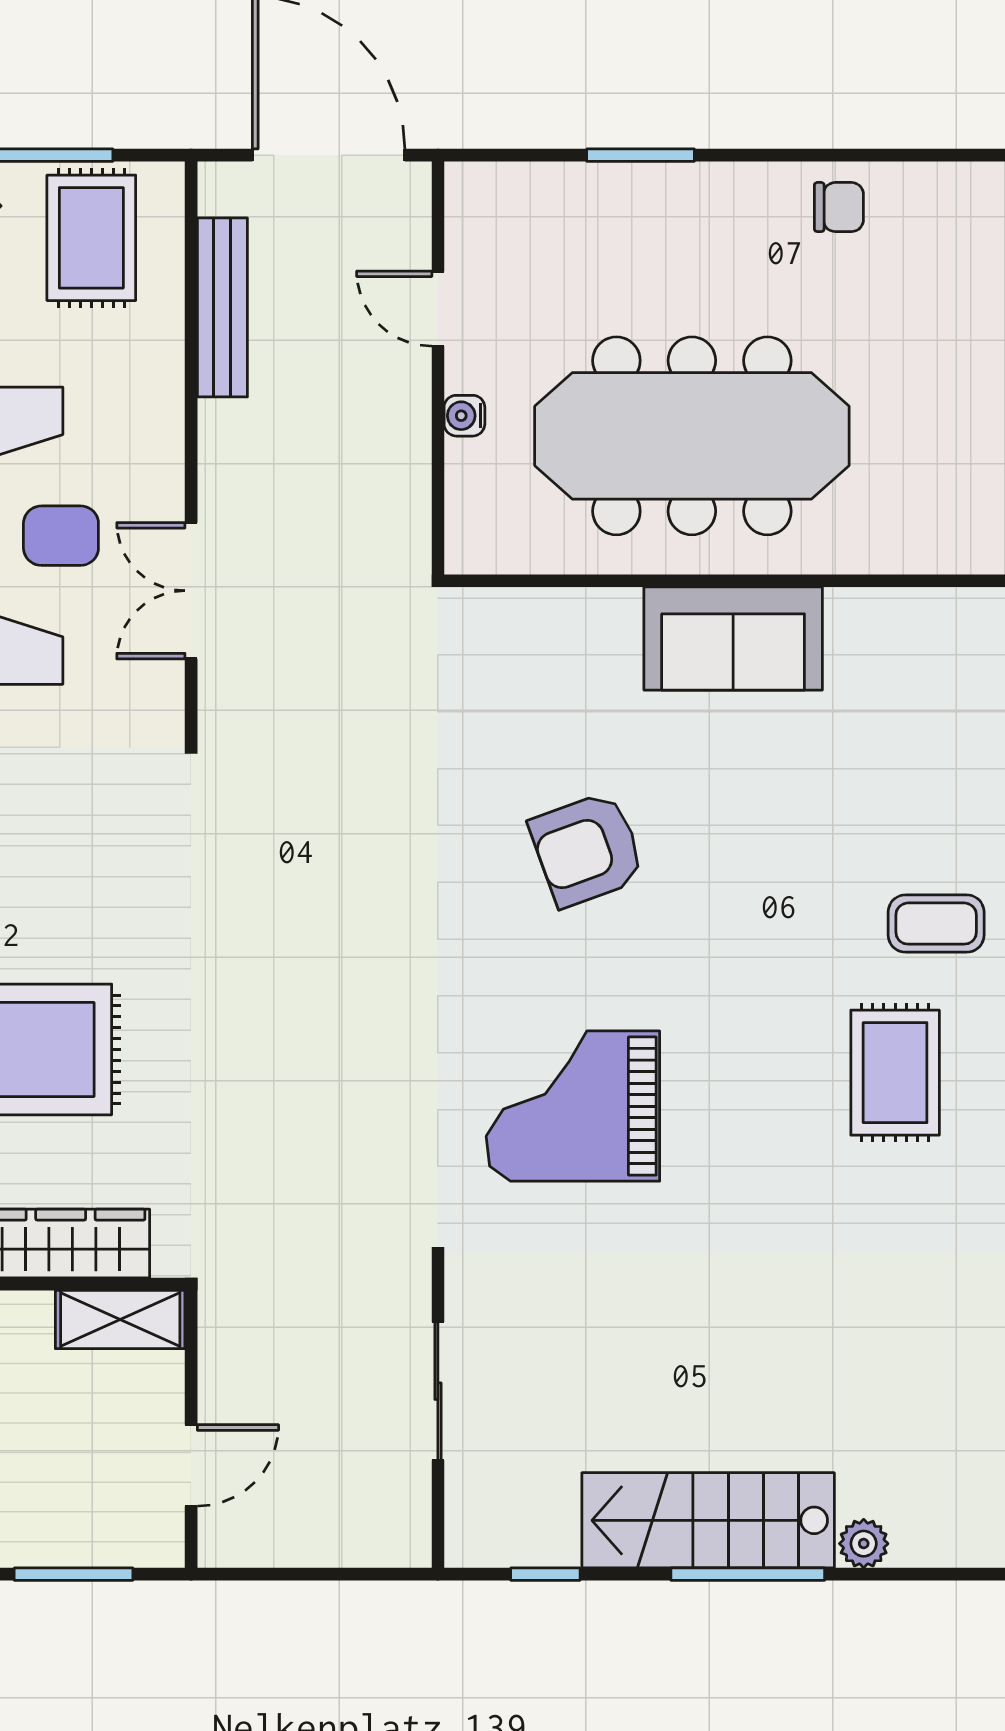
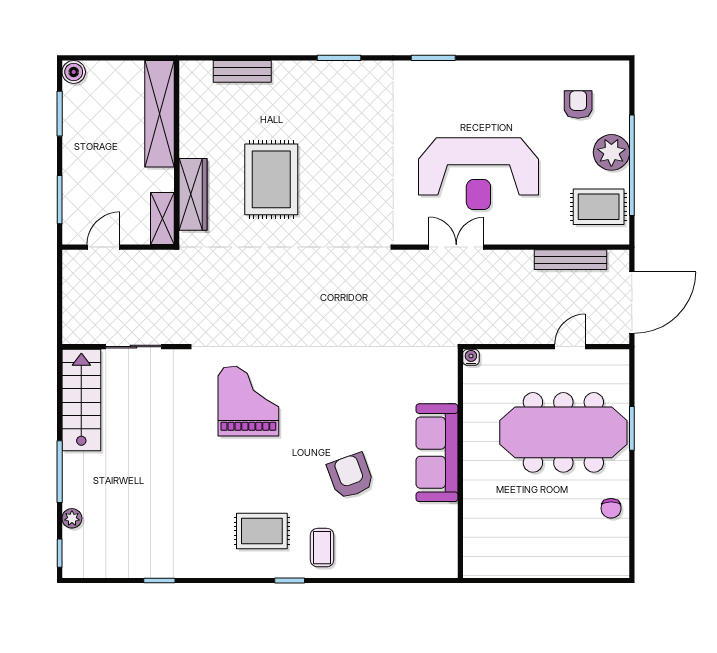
water cooler: (464, 416) -> (471, 357), moved
meeting table: (692, 436) -> (563, 432), moved, turned 90
sofa: (733, 639) -> (437, 453), width x1.36
armchair: (587, 849) -> (351, 476), moved
door: (191, 1465) -> (103, 247), swing flipped
stairs: (708, 1520) -> (81, 400), moved
window: (545, 1574) -> (60, 553), moved

